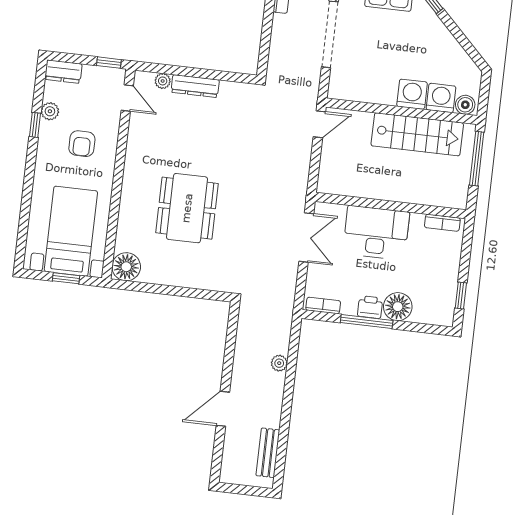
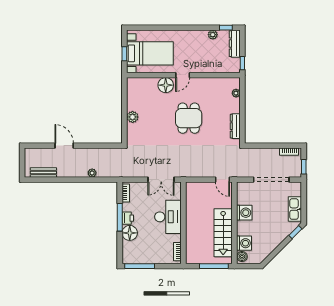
dresser: (63, 72) -> (235, 44), width x1.44
dresser: (195, 86) -> (235, 126), moved
washing machine: (412, 94) -> (244, 213), moved
door: (127, 98) -> (183, 75), moved
window: (35, 125) -> (226, 28), moved
armchair: (82, 144) -> (197, 54), removed
dining table: (187, 208) -> (189, 118), moved, width x0.73
floor lamp: (126, 267) -> (166, 85), moved
plant: (184, 277) -> (133, 117), added
window: (461, 295) -> (140, 266), width x2.17

